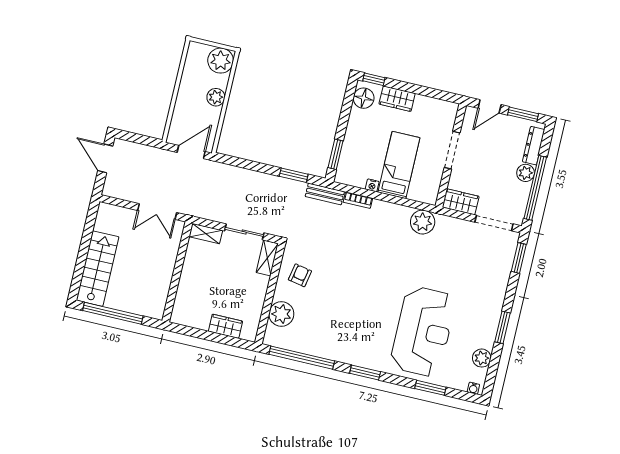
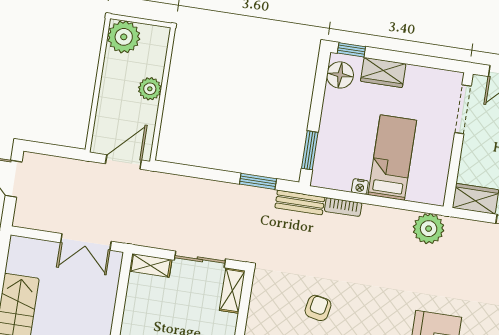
plant: (221, 61) -> (124, 37), moved
doorway: (452, 150) -> (463, 109), moved
armchair: (300, 275) -> (318, 308), moved

